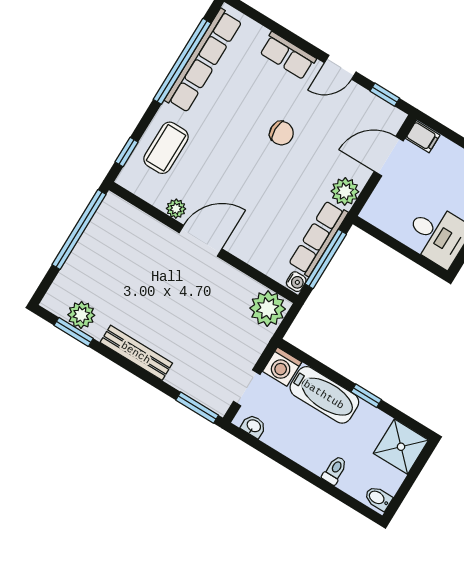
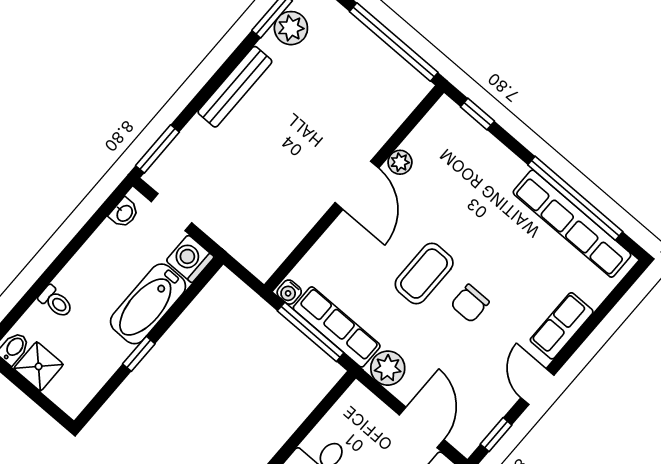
coffee table: (166, 148) -> (424, 274), moved, turned 90
plant: (268, 309) -> (262, 253), removed
shower: (401, 447) -> (39, 366), moved, width x0.73, depth x0.73

